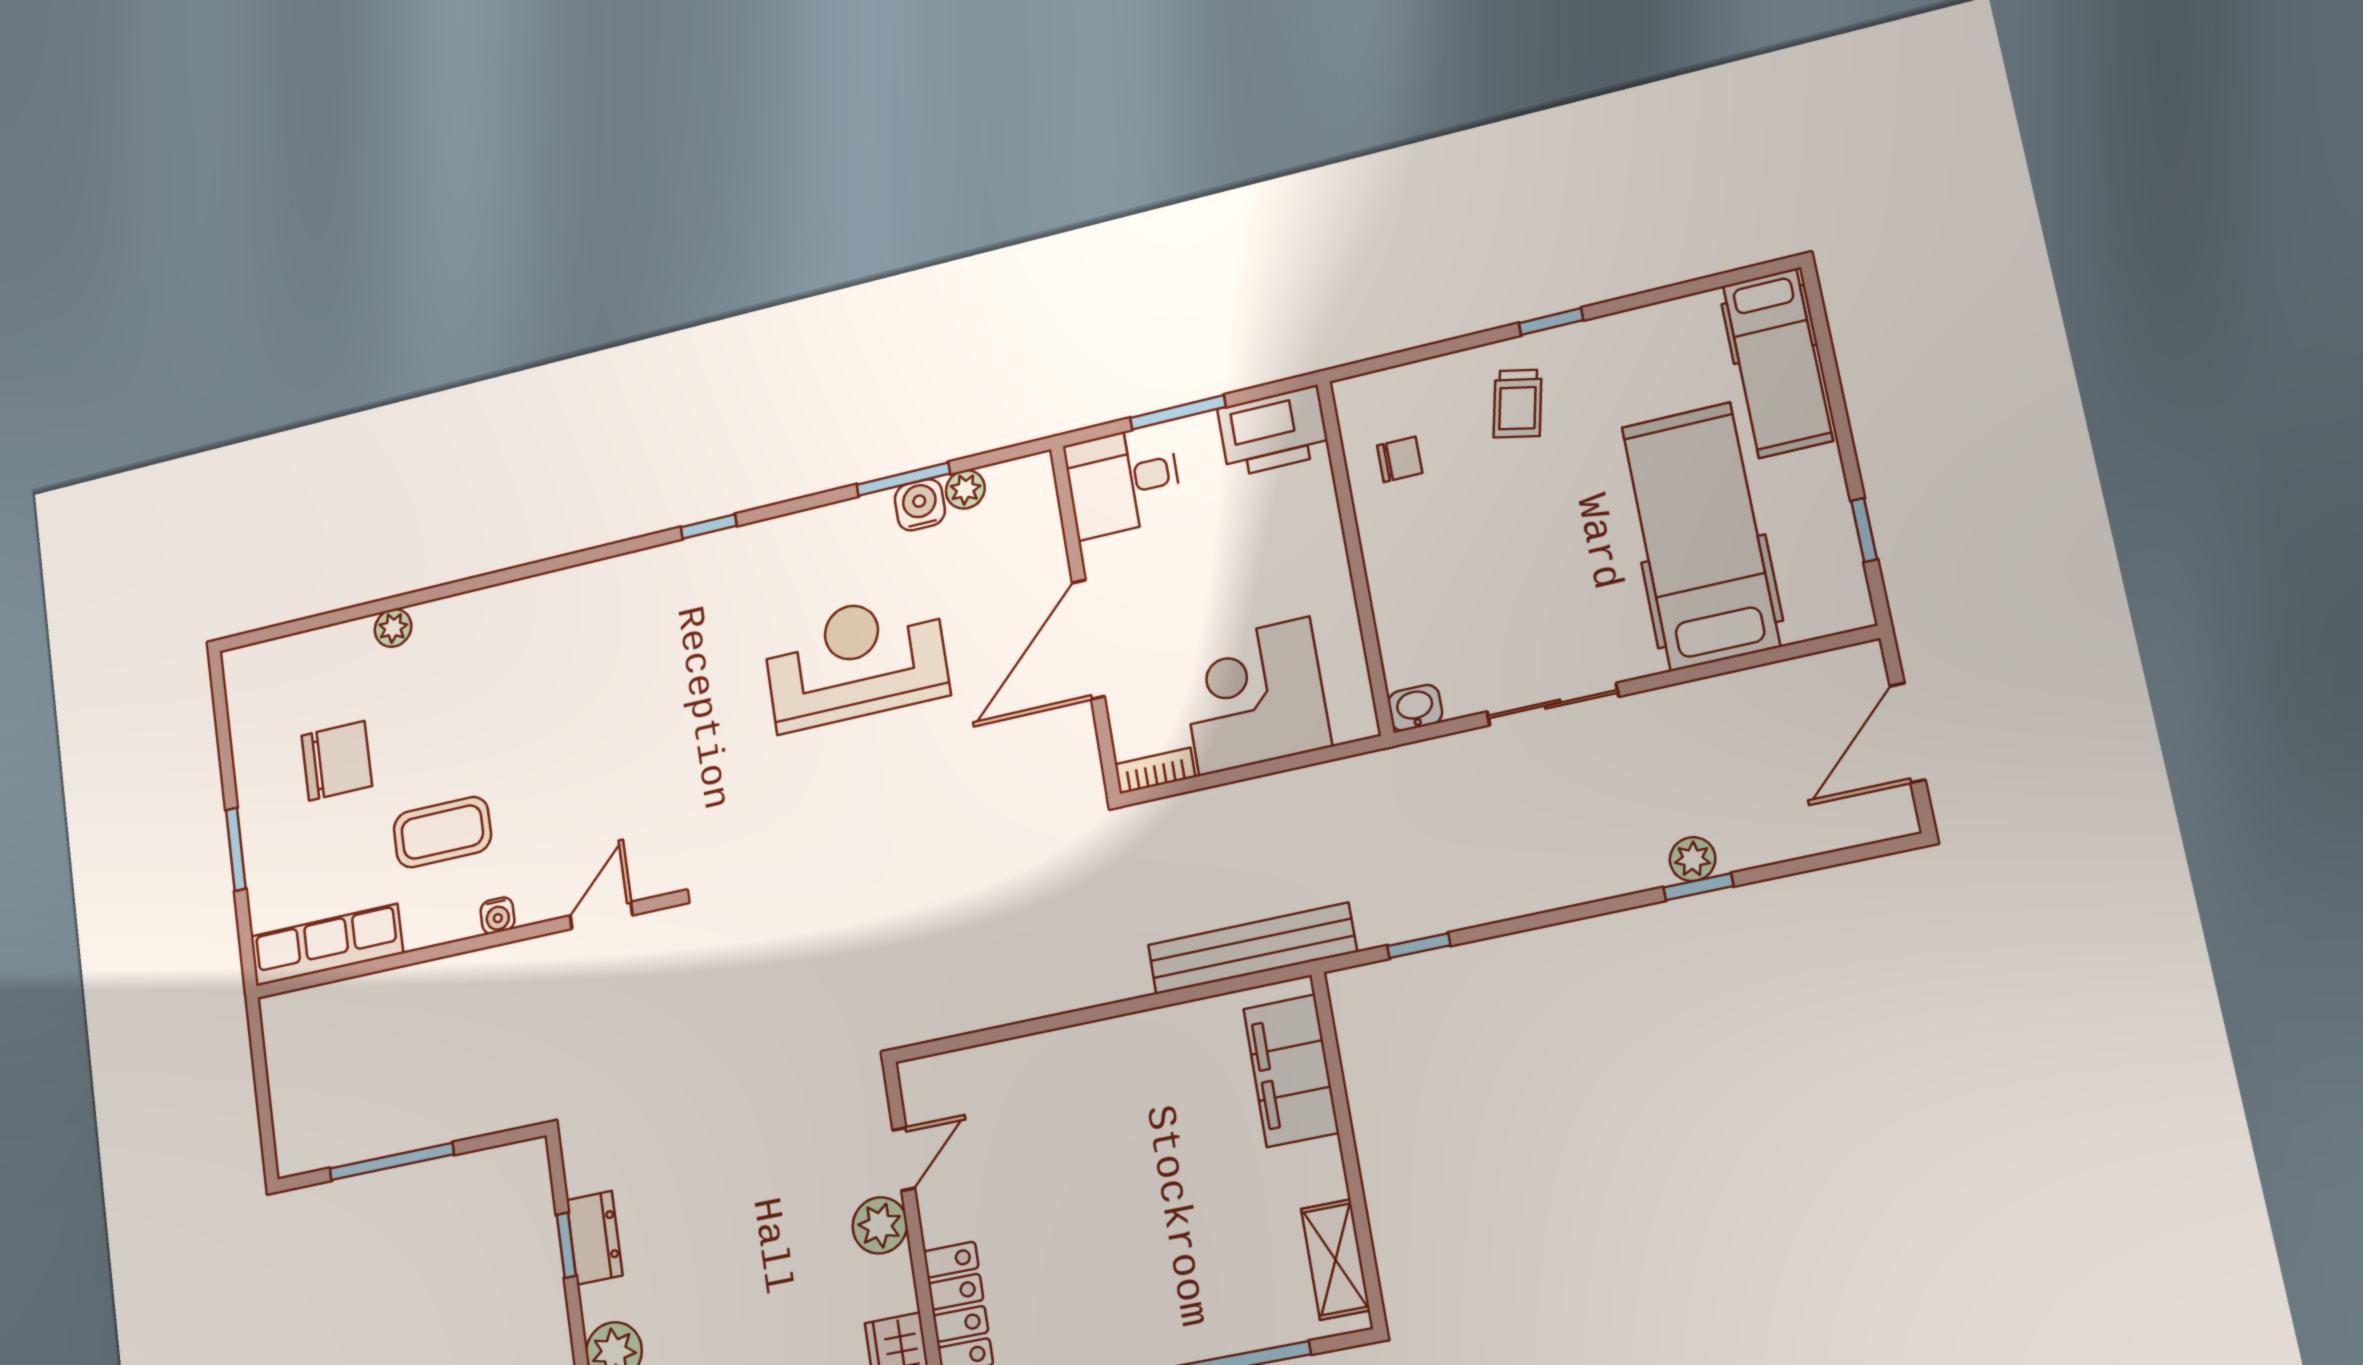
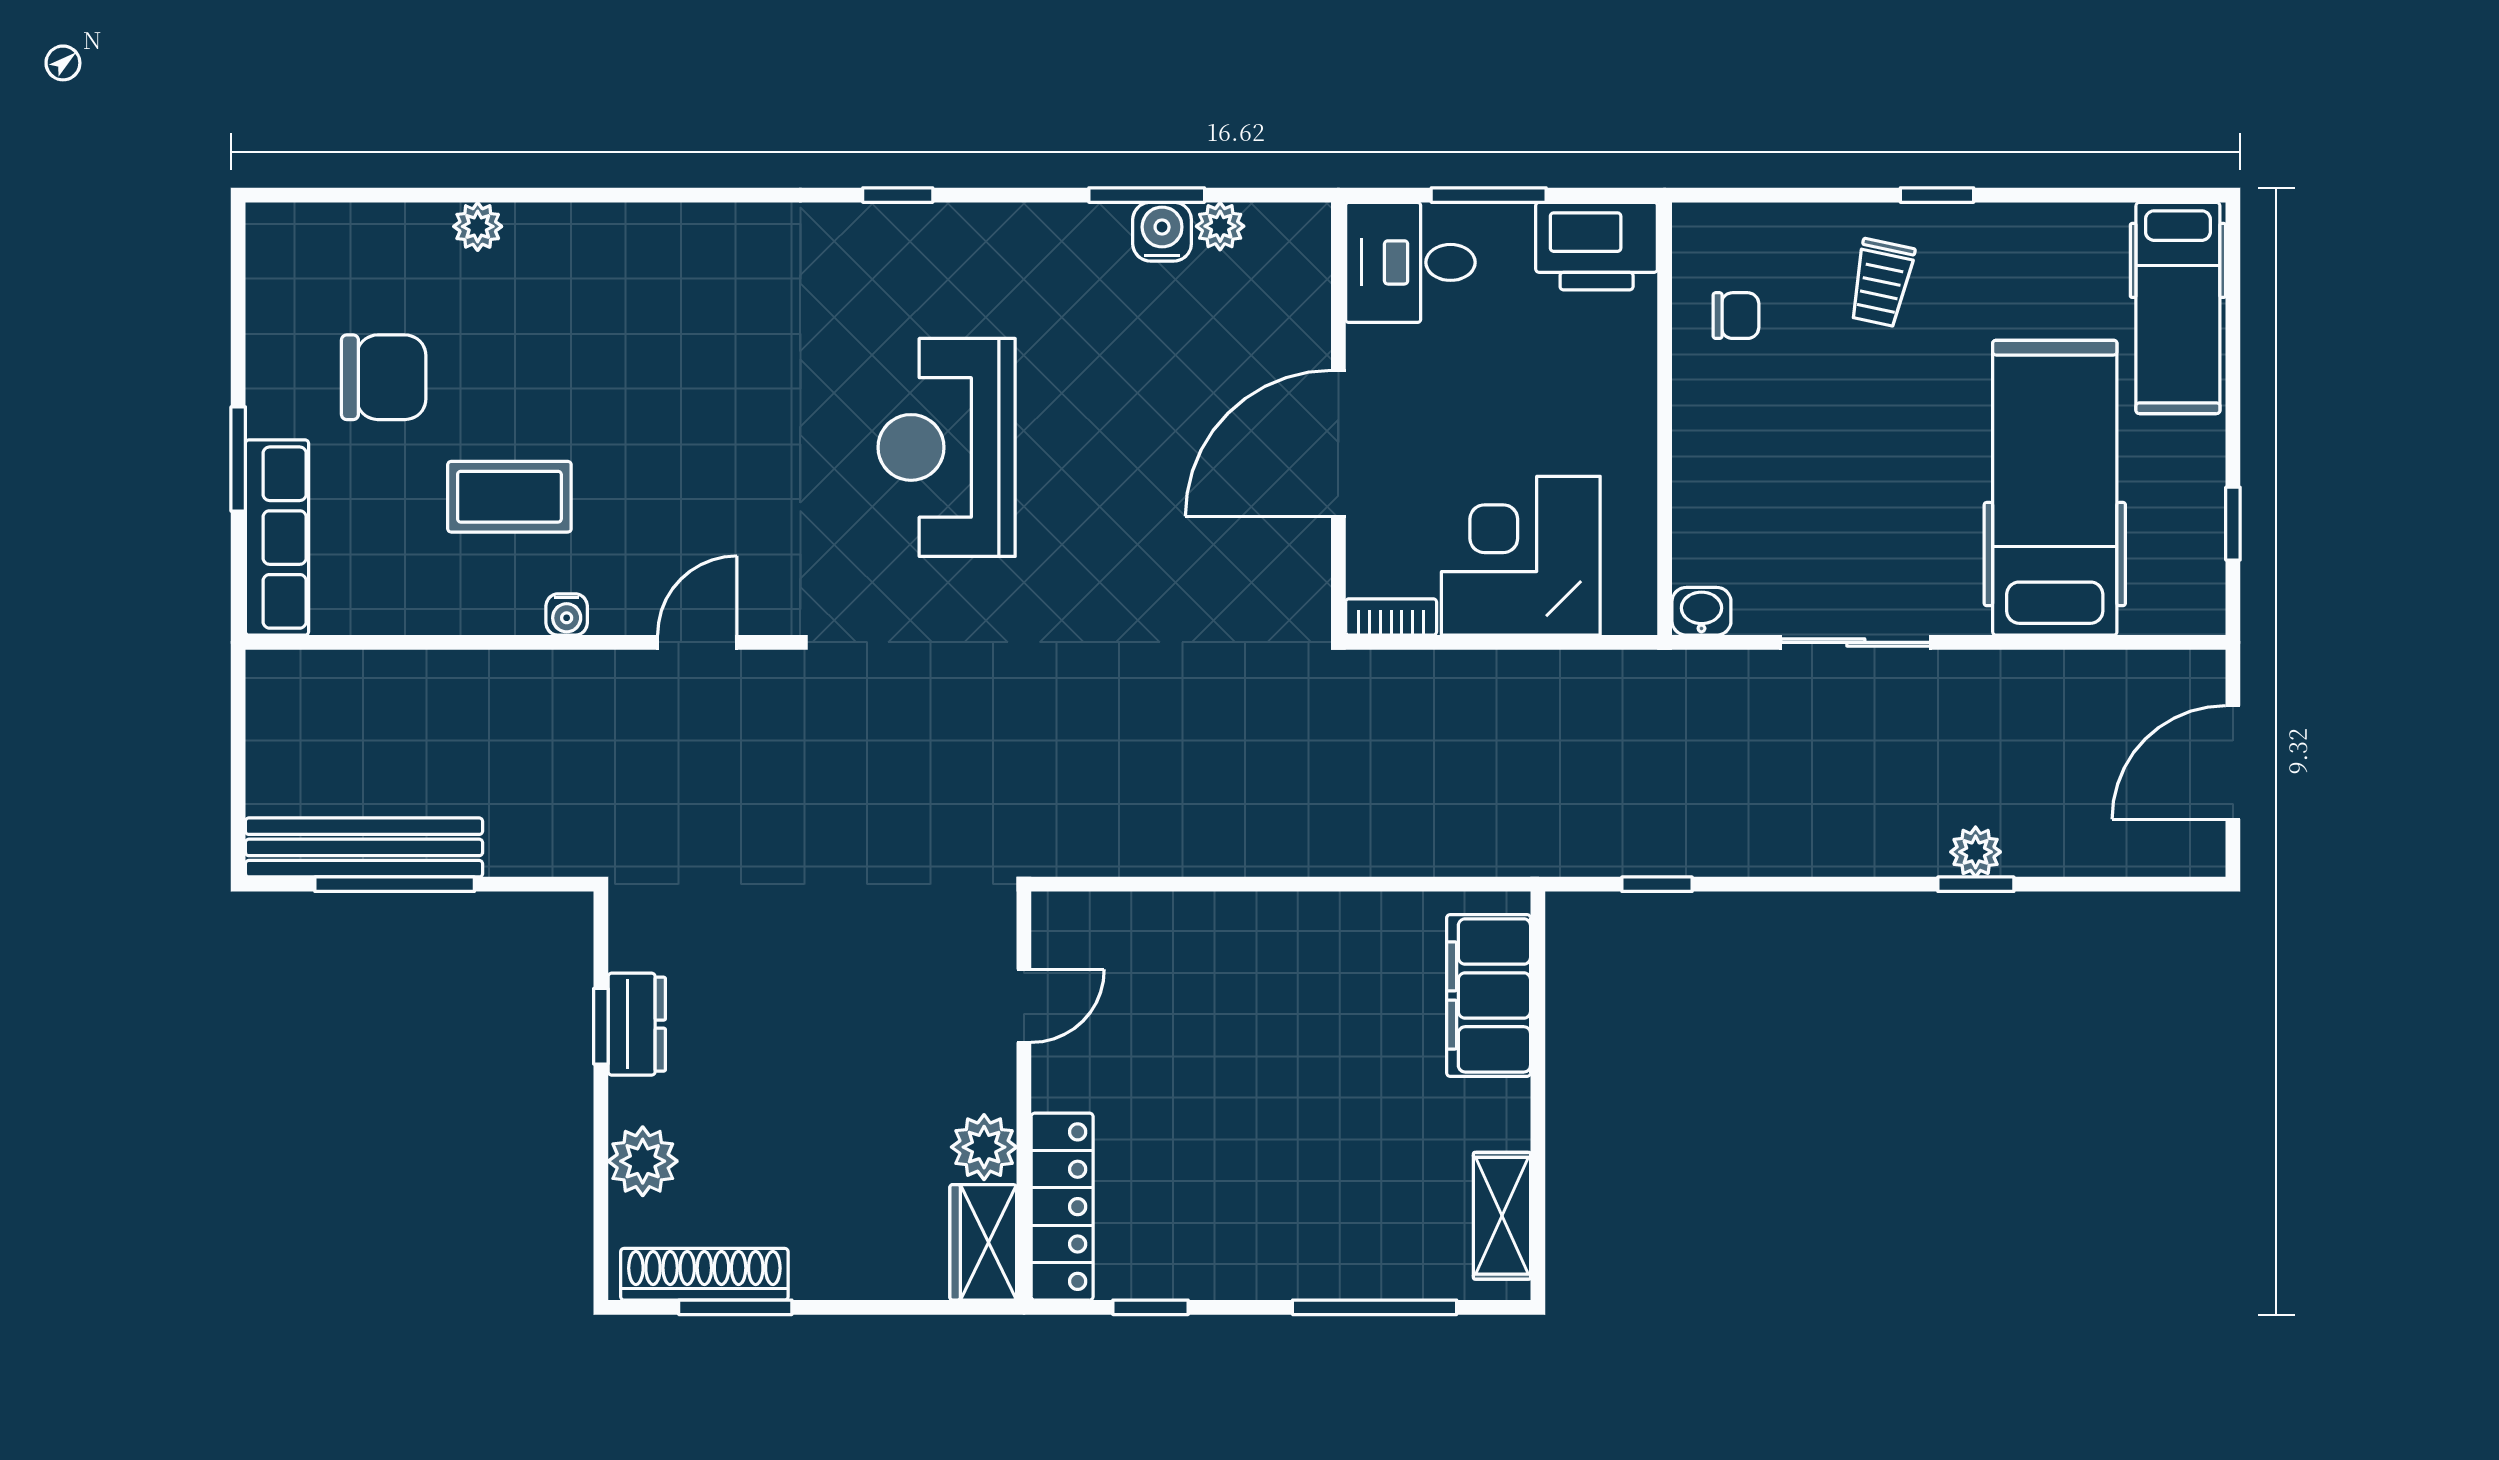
reception desk: (856, 661) -> (947, 447), moved, turned -90
row of seats: (327, 945) -> (277, 538), moved, turned 90
bench: (1252, 948) -> (364, 847), moved
plant: (880, 1225) -> (984, 1147), moved

